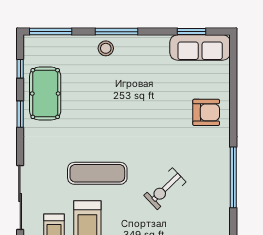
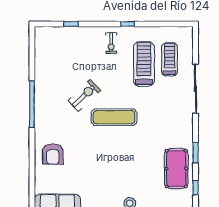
armchair: (206, 112) -> (53, 154), turned -90
exercise mat: (97, 173) -> (114, 117), moved

